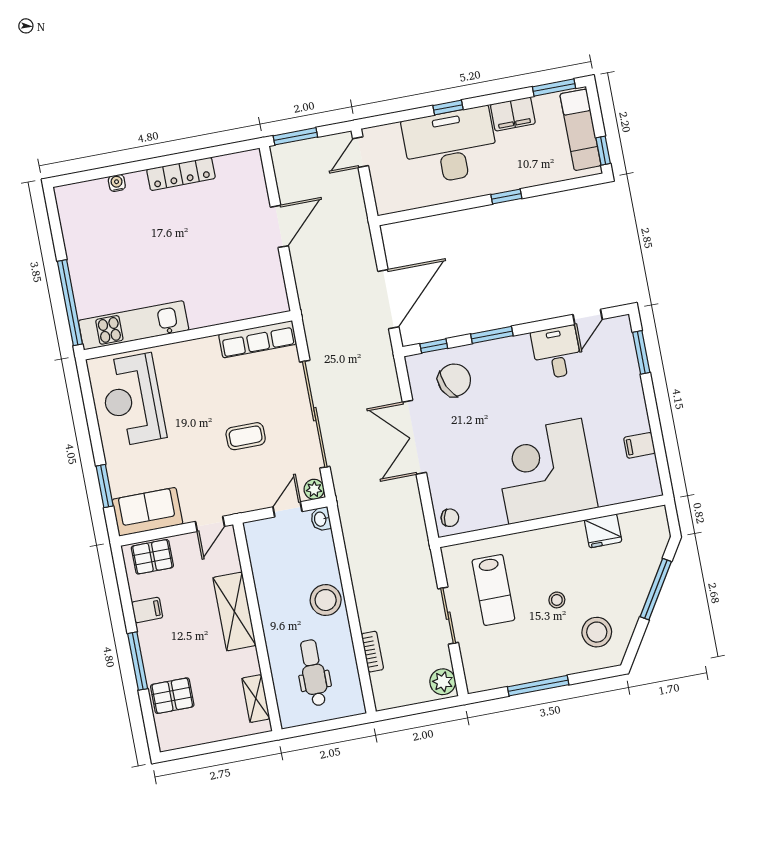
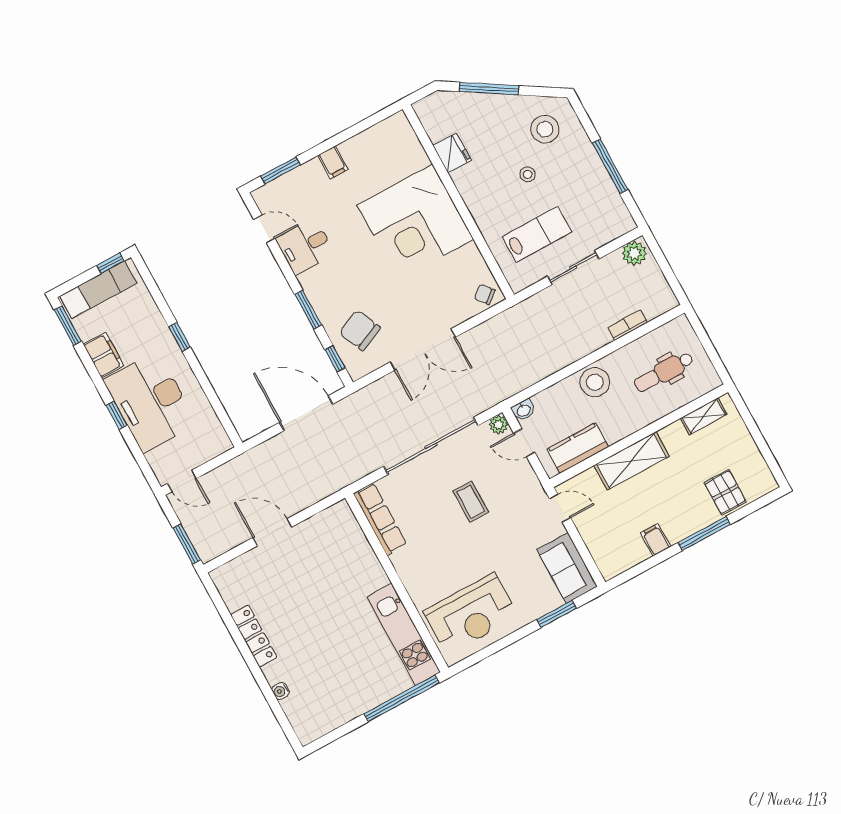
filing cabinet: (639, 445) -> (333, 162), moved
chair: (450, 518) -> (485, 294), turned -52
pallet: (152, 557) -> (606, 550), removed
kitchen counter: (265, 561) -> (578, 448), added

